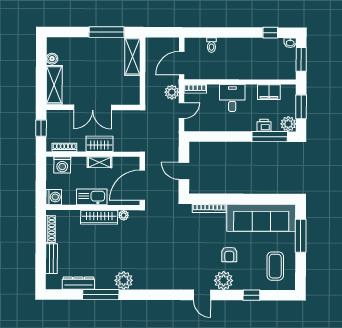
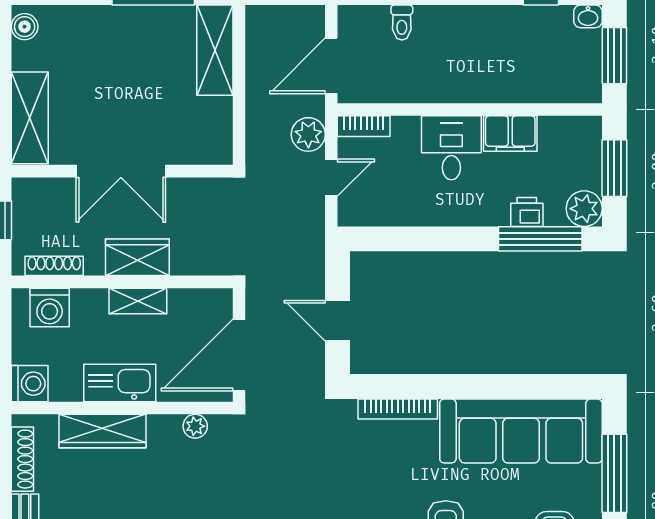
boiler: (52, 59) -> (25, 27), moved
filing cabinet: (269, 92) -> (510, 134), moved
wardrobe: (99, 217) -> (103, 431), moved

